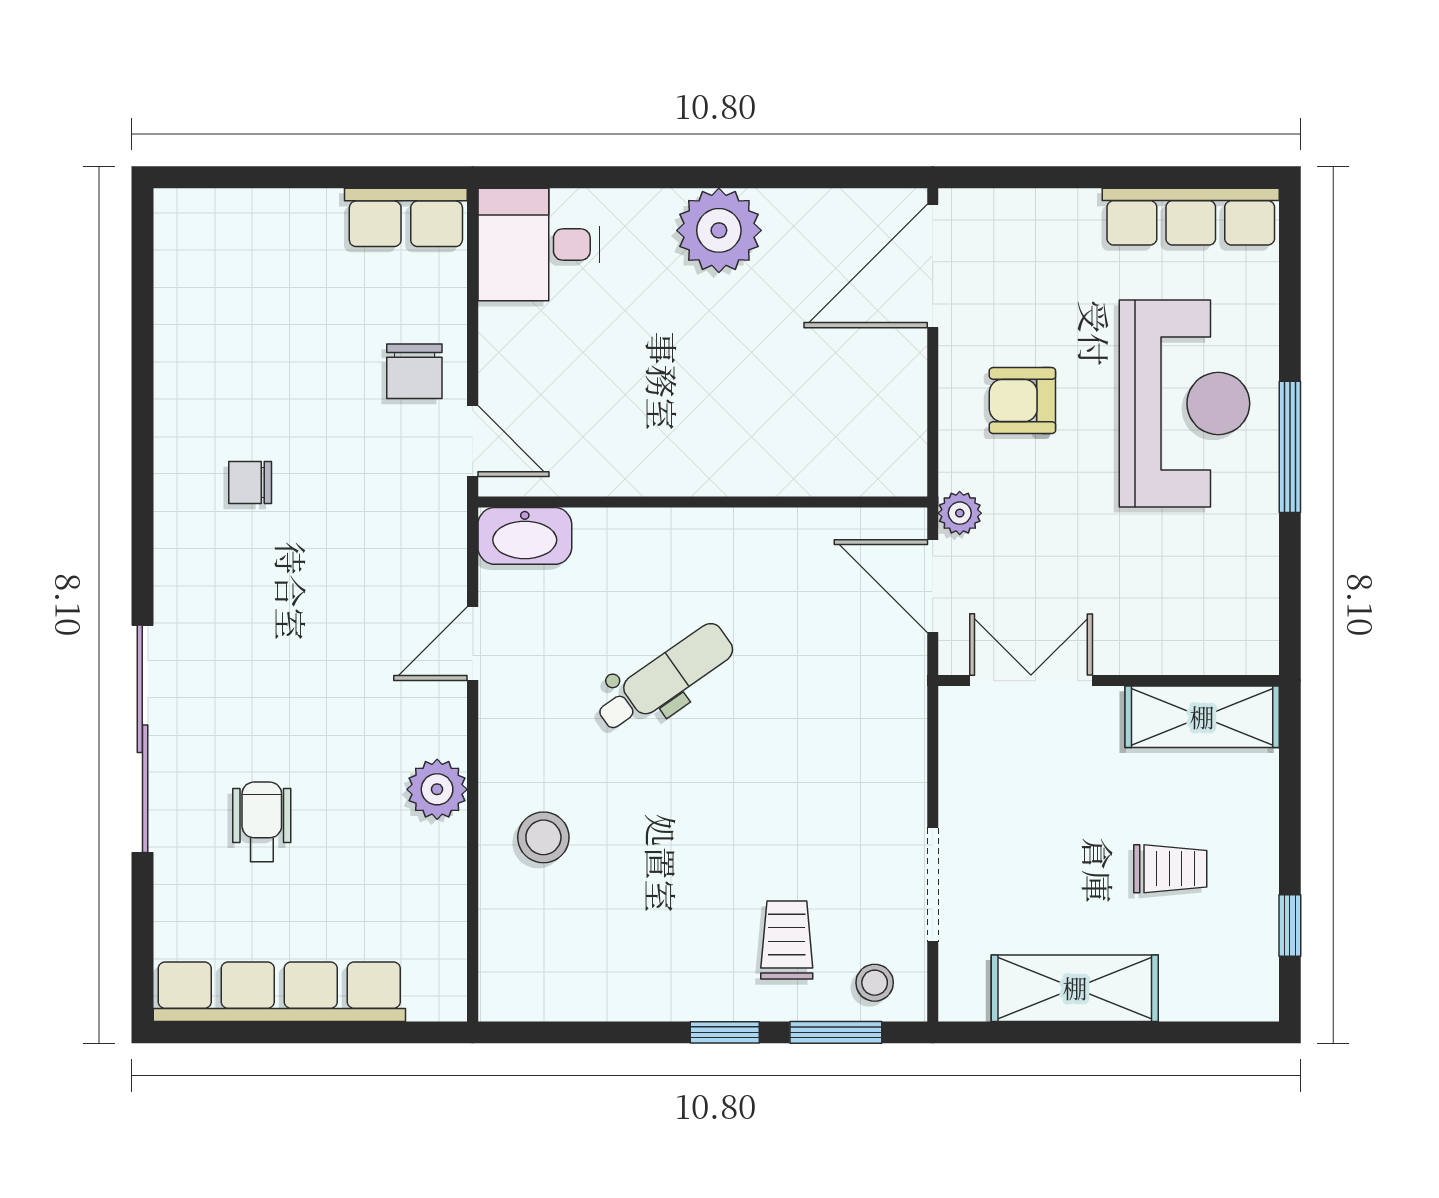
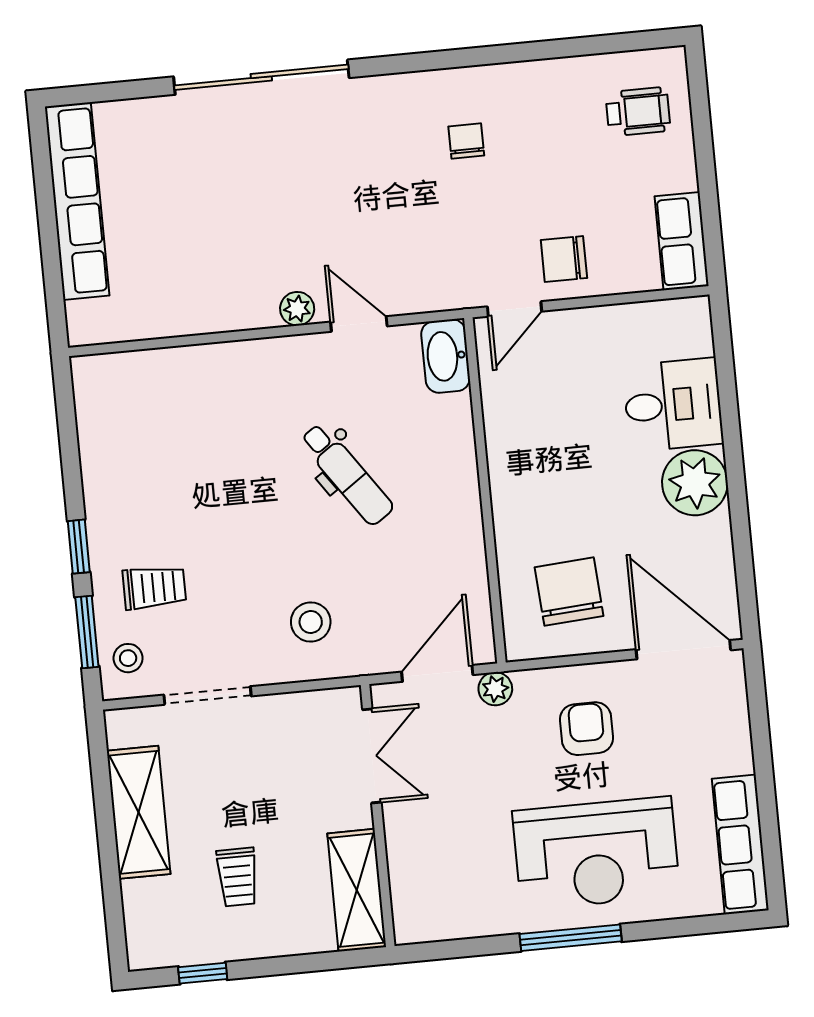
desk: (539, 245) -> (673, 405), moved, turned 90
chair: (844, 406) -> (569, 592), added
plant: (437, 789) -> (297, 309), moved, width x0.73, depth x0.73
wheelchair: (262, 822) -> (638, 112), moved
stool: (543, 837) -> (311, 622), moved

